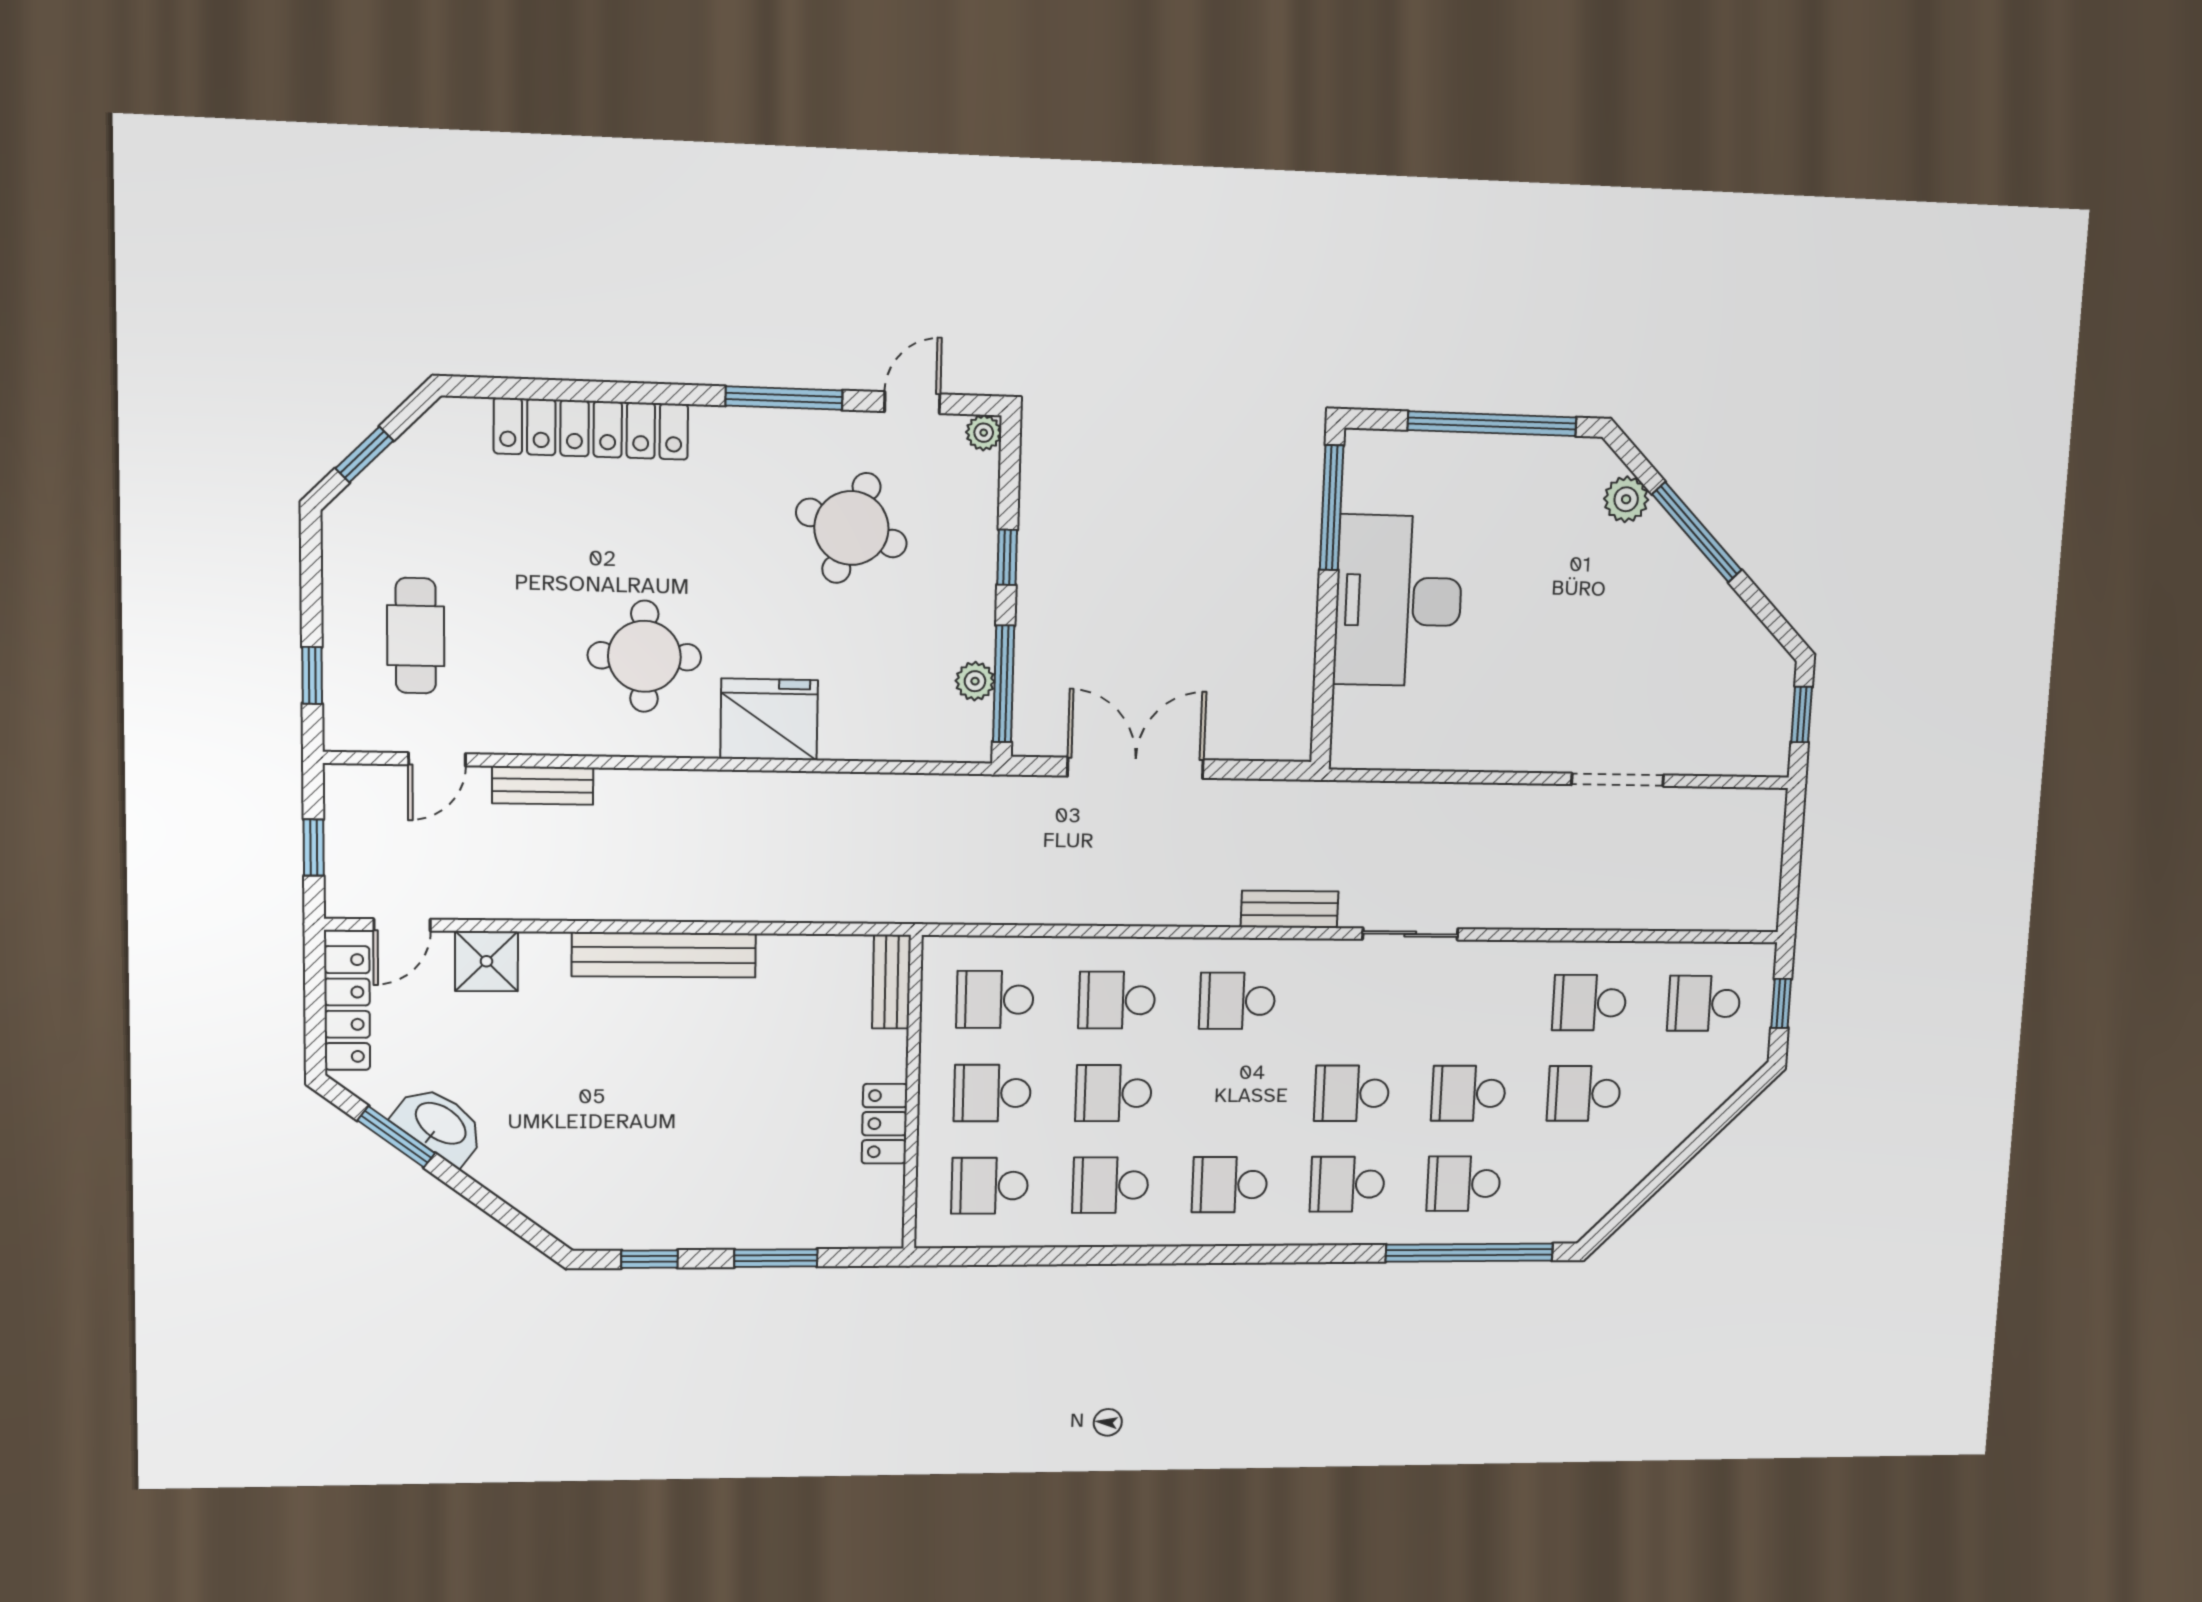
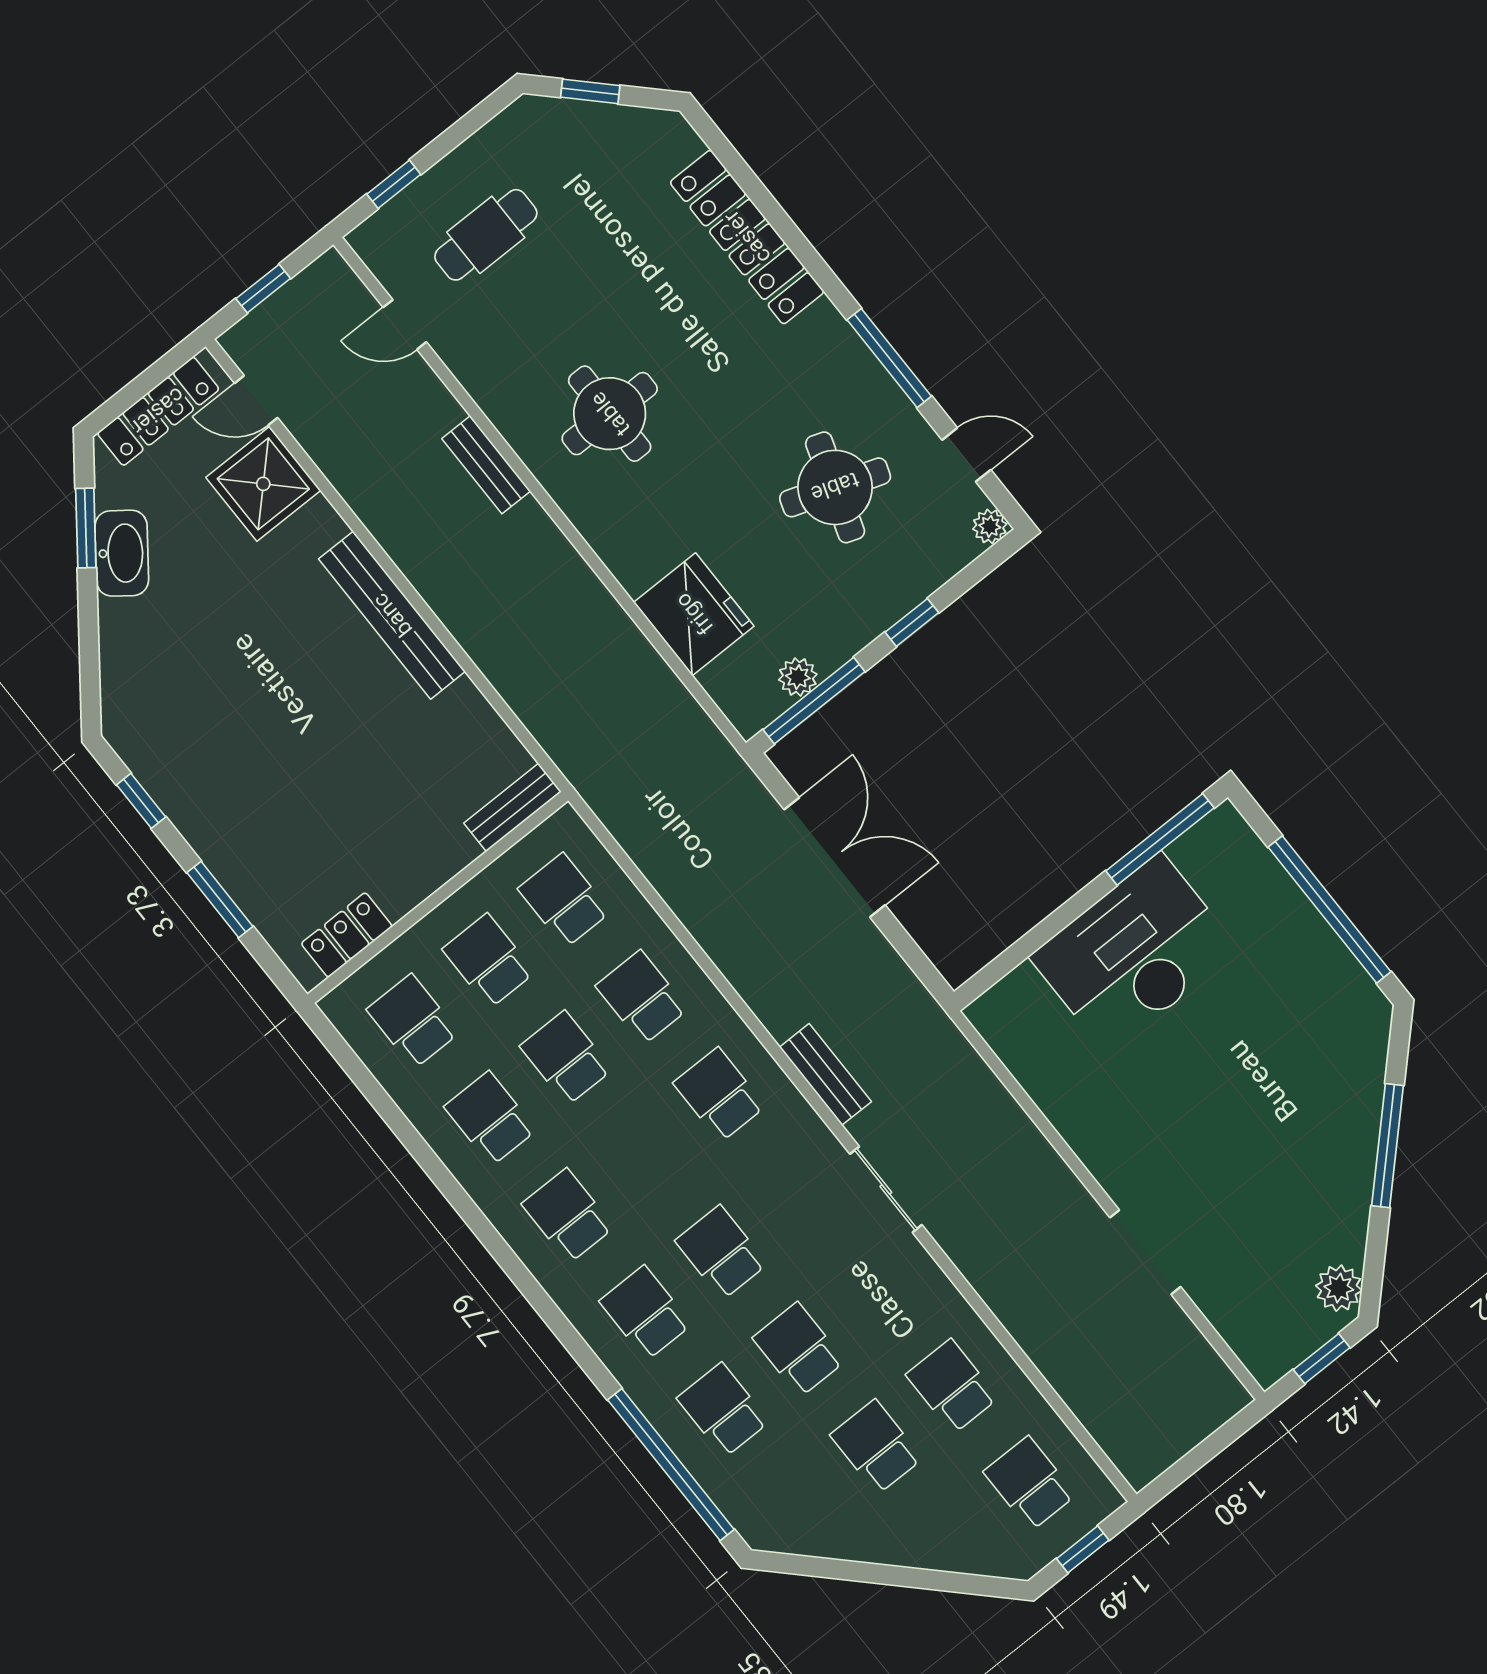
plant: (1626, 499) -> (1339, 1288), moved
fridge: (769, 719) -> (694, 614), moved
bench: (543, 785) -> (486, 465), moved
shower: (486, 961) -> (263, 484), width x1.36, depth x1.36
locker: (884, 1124) -> (347, 935), moved

